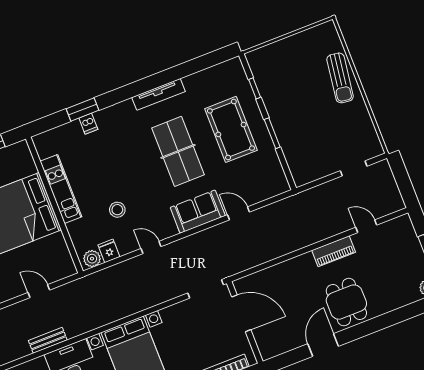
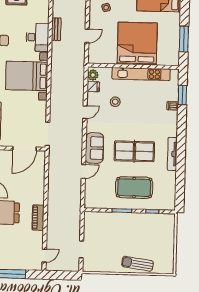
window: (83, 110) -> (182, 95), moved
kitchen unit: (61, 189) -> (141, 74), width x1.36
door: (366, 226) -> (44, 256), moved

